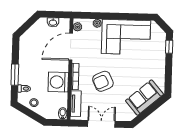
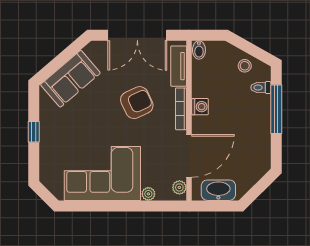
washbasin: (53, 22) -> (218, 190), width x1.91, depth x1.45
window: (169, 47) -> (34, 132), moved
window: (15, 75) -> (276, 109), width x1.44
washing machine: (58, 82) -> (200, 107), width x0.53, depth x0.53
double door: (101, 124) -> (137, 35), width x1.37

